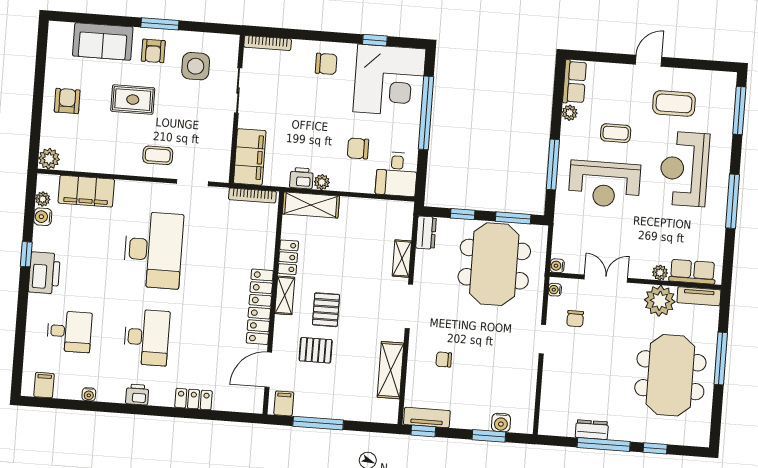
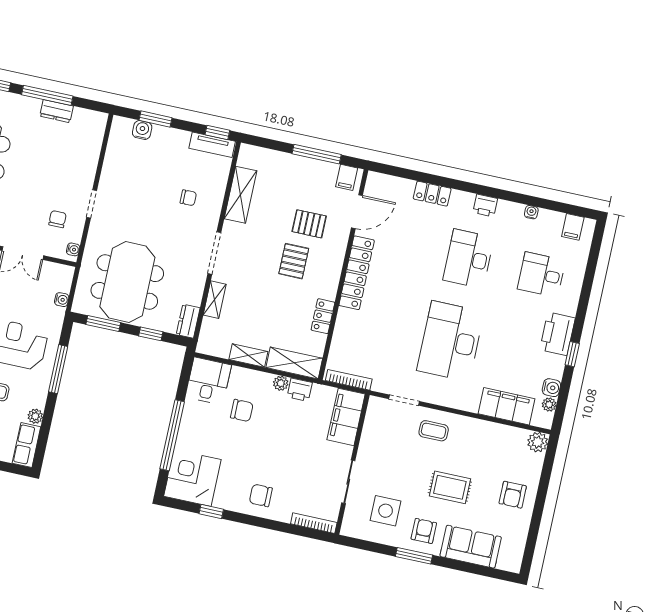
corner desk: (389, 80) -> (192, 478), width x0.74, depth x0.74
water cooler: (557, 266) -> (62, 300), moved
shelving: (285, 295) -> (248, 355), moved, turned 90

